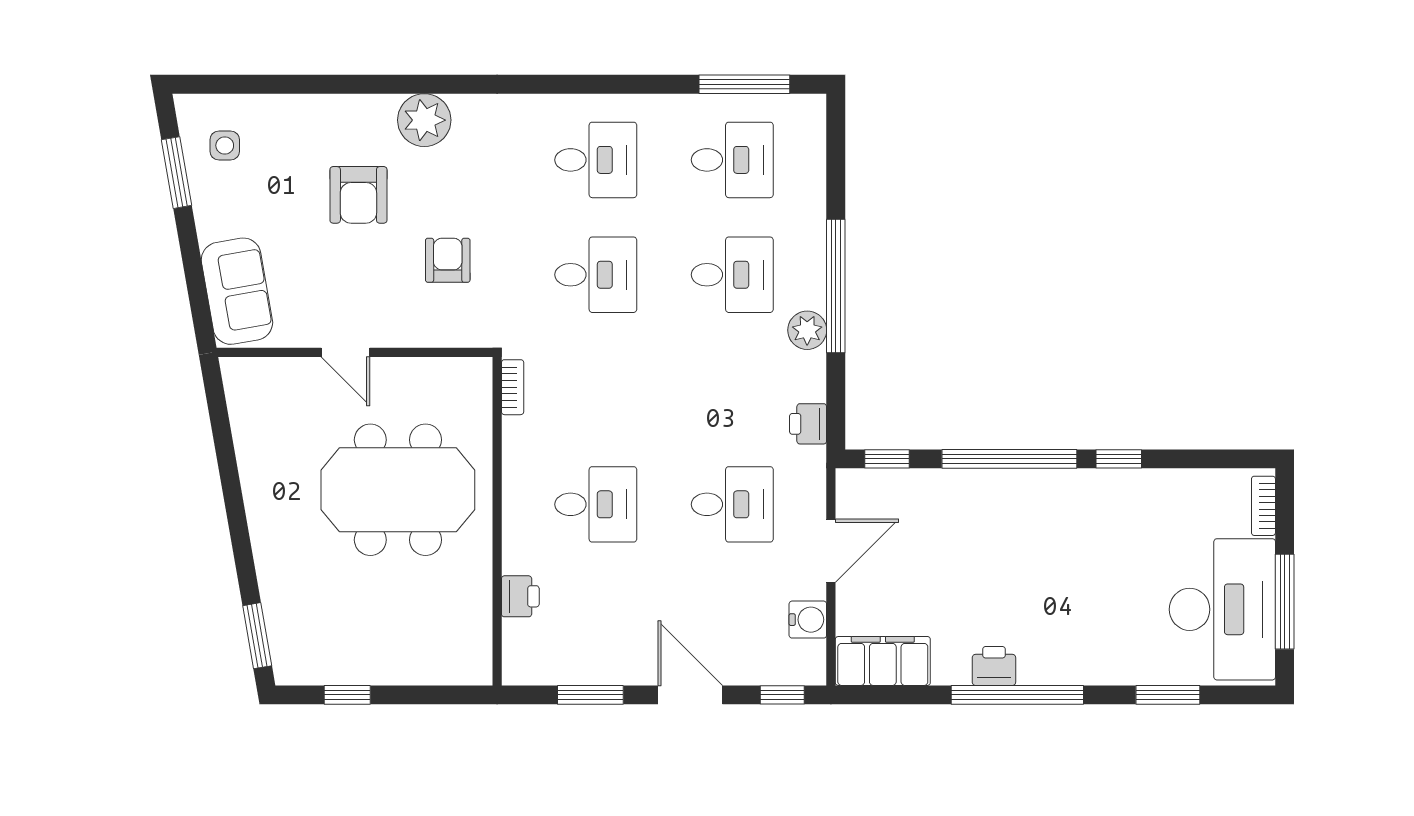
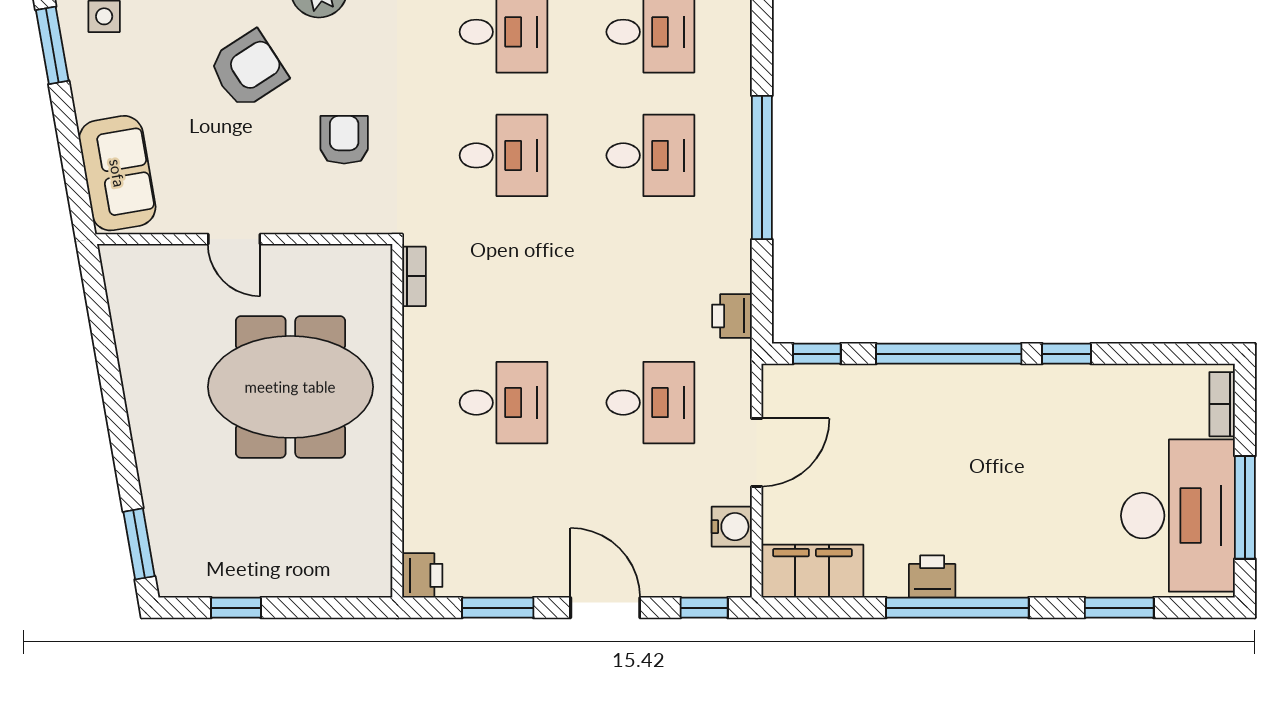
armchair: (358, 195) -> (248, 69), turned -123
plant: (807, 330) -> (731, 215), removed
printer: (520, 596) -> (422, 575), moved

